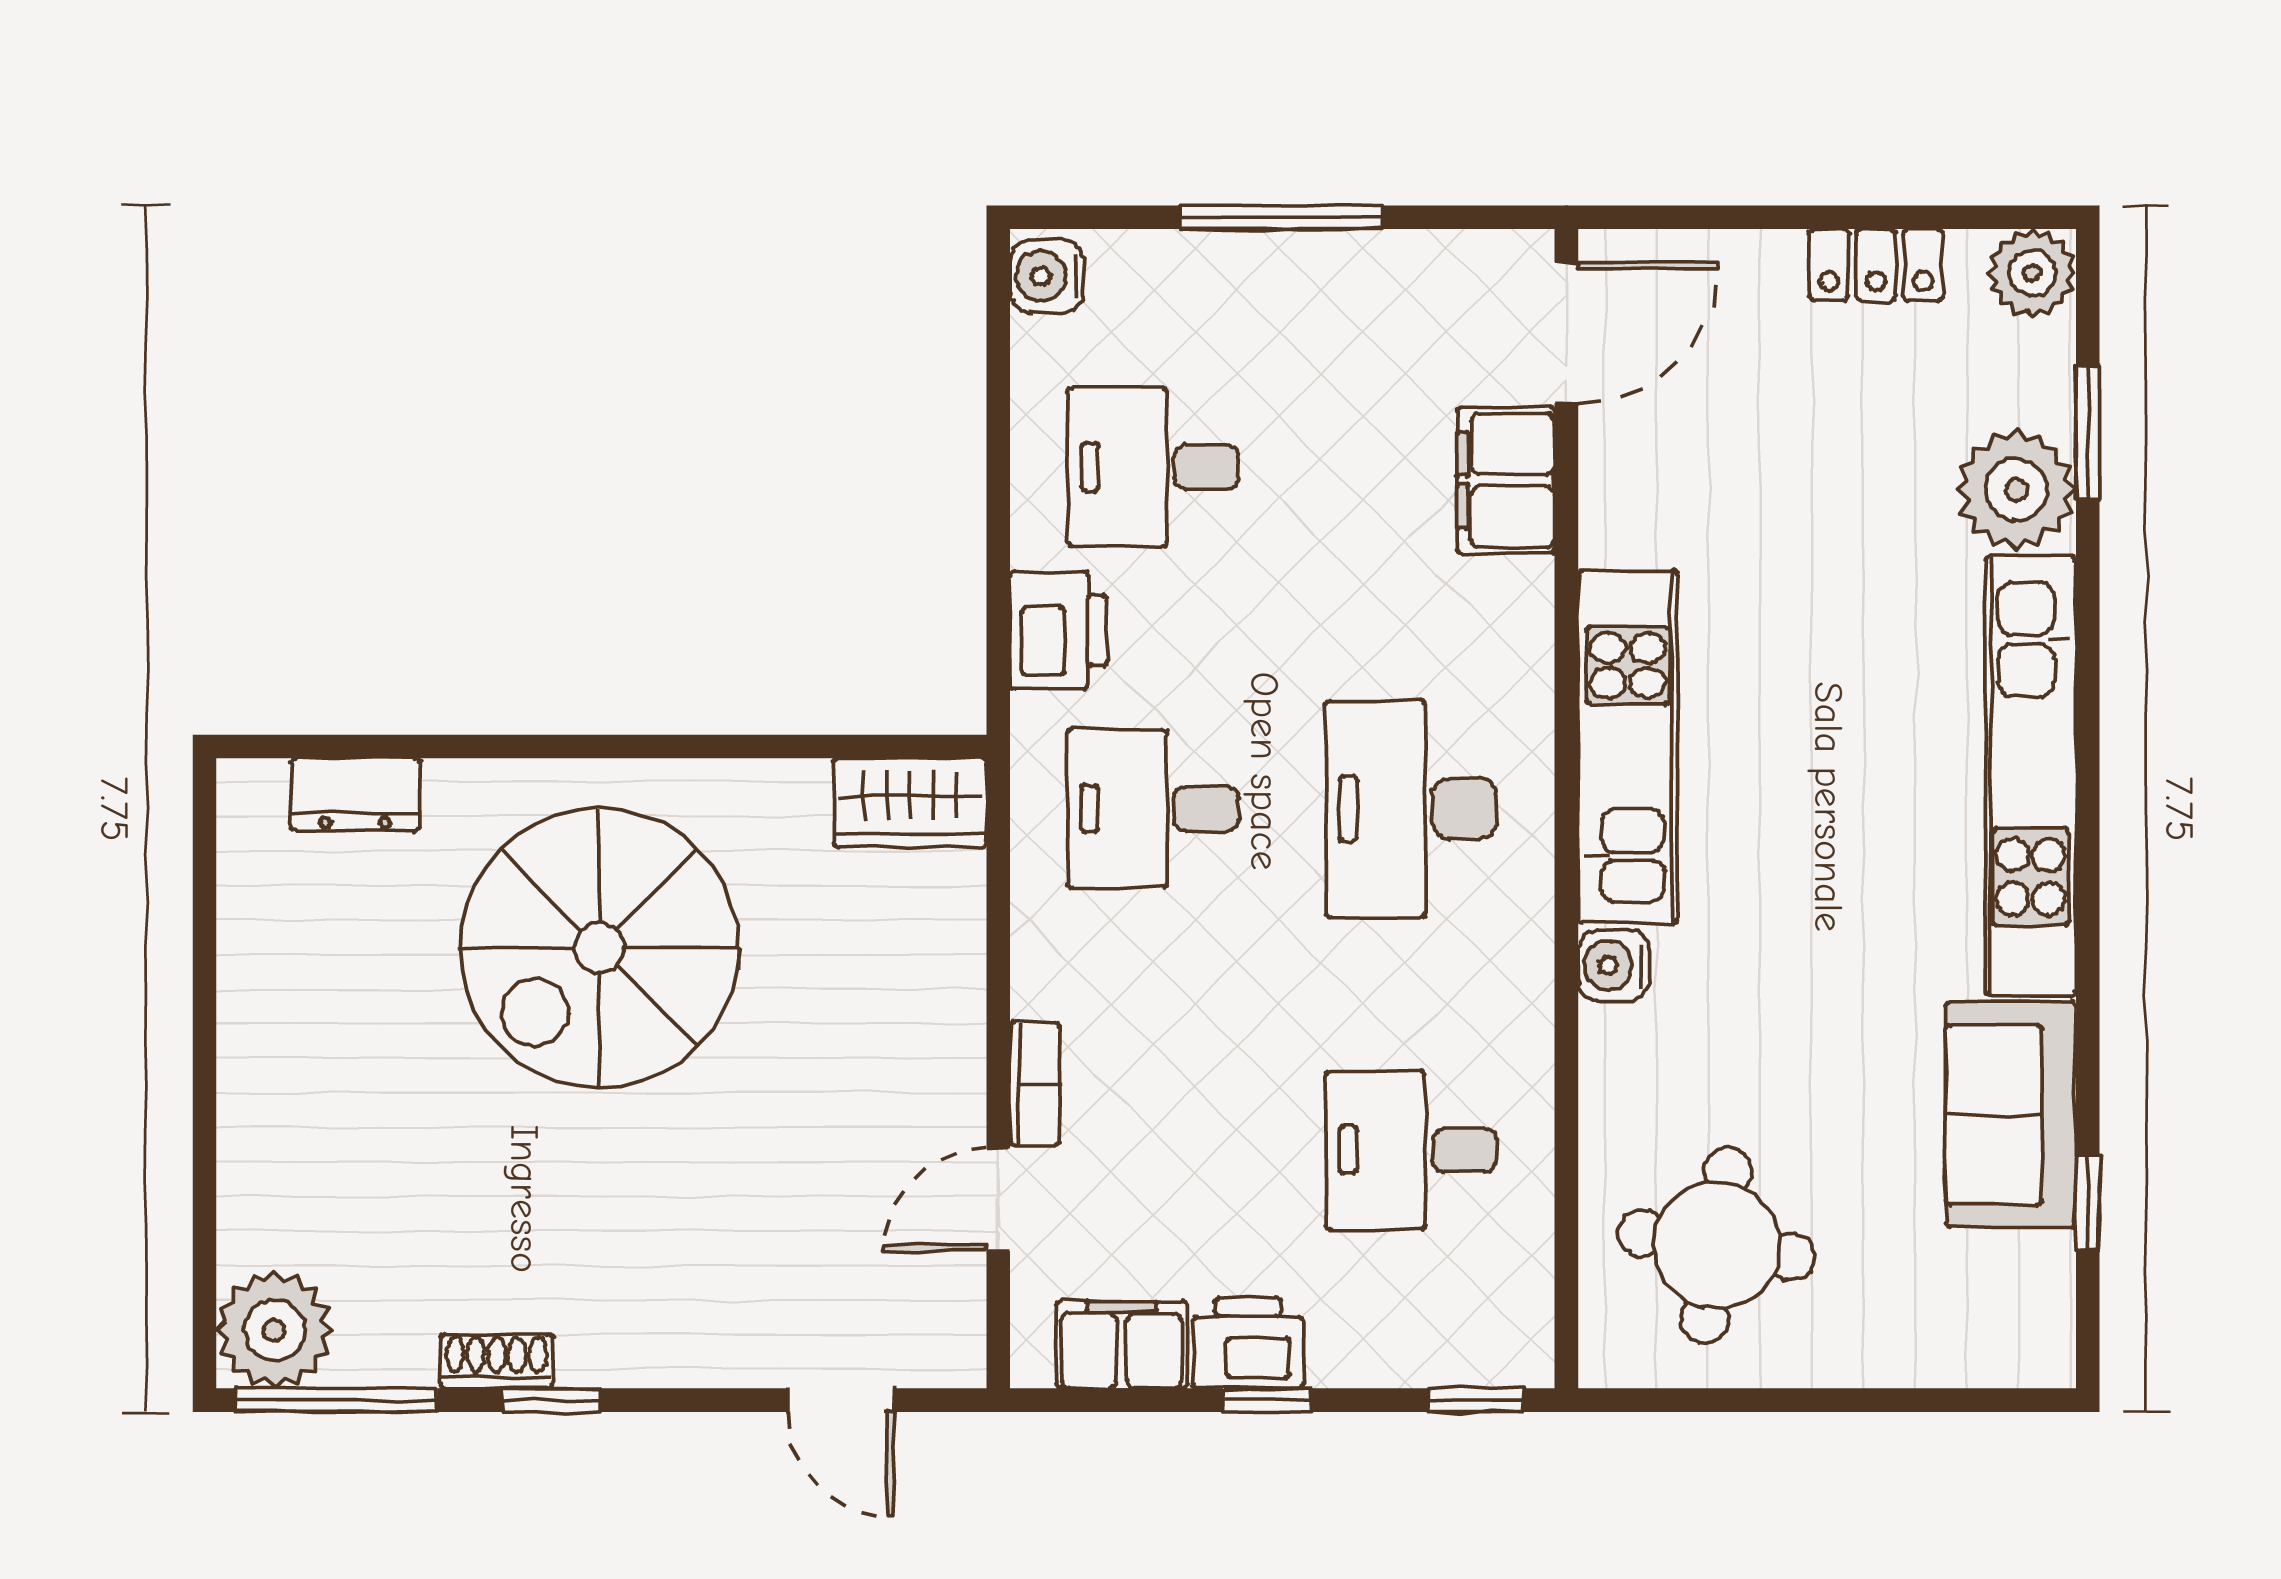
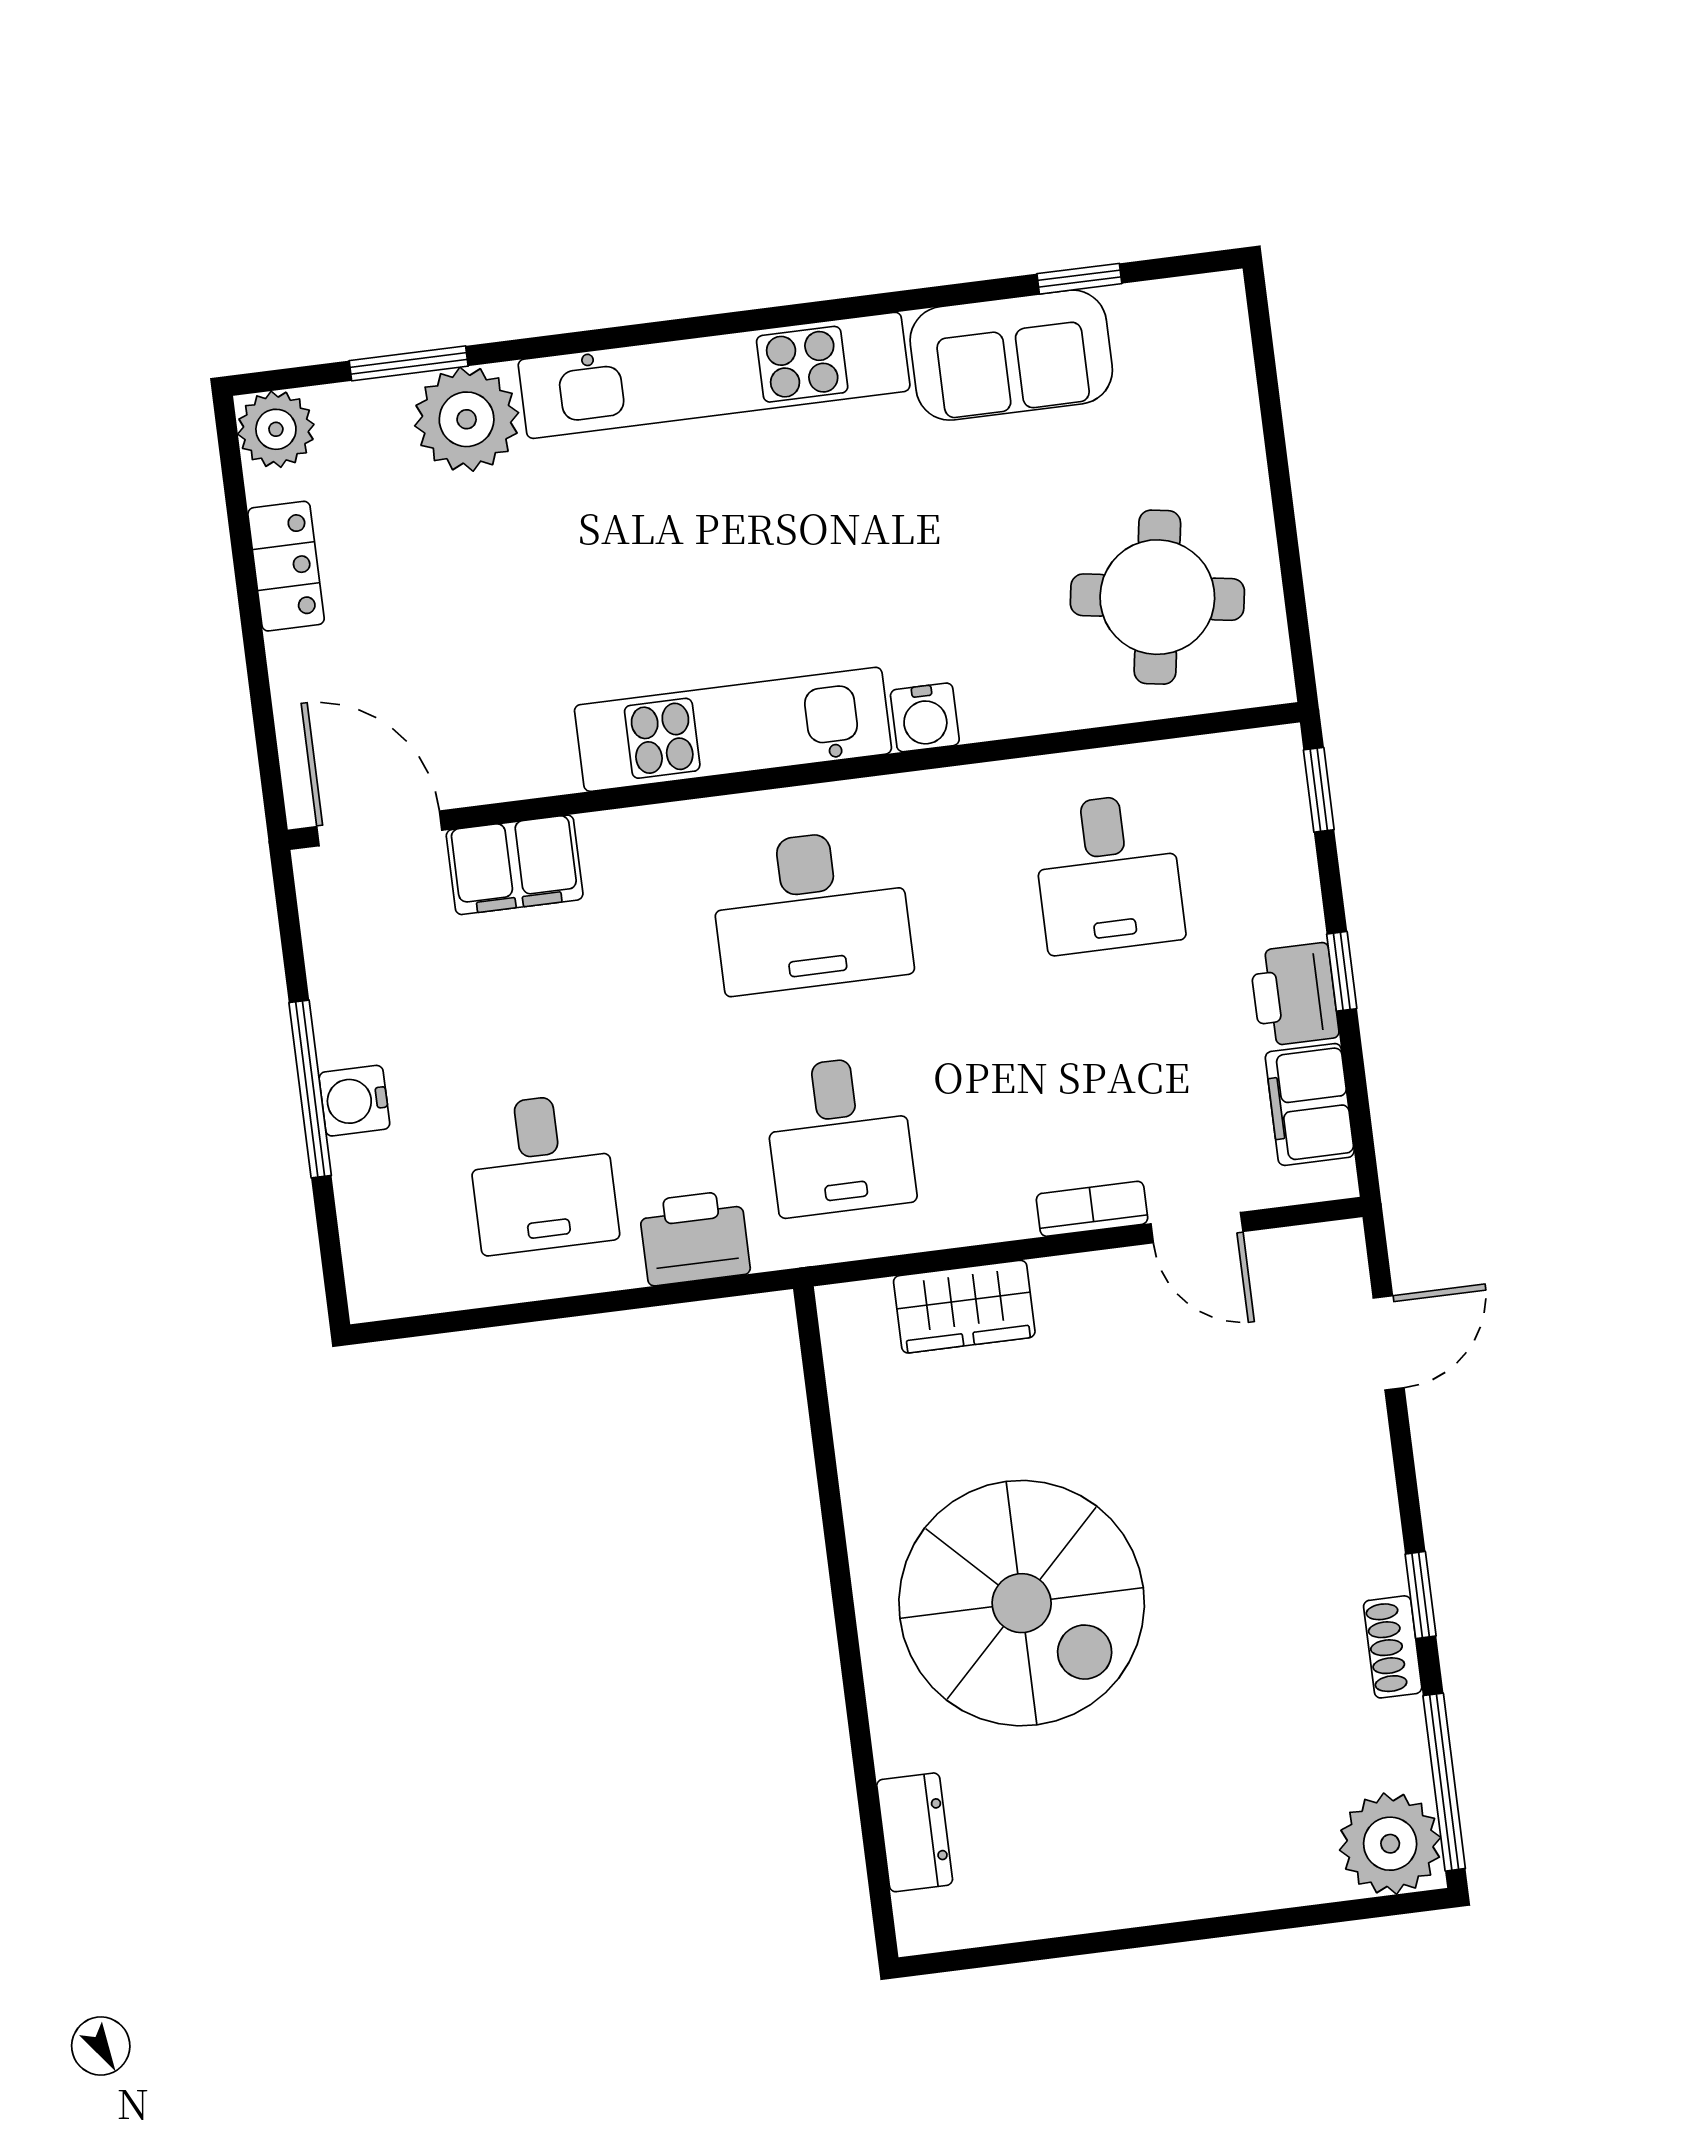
water cooler: (1047, 276) -> (354, 1101), moved, turned 90
wardrobe: (910, 803) -> (964, 1307), moved, turned 90

